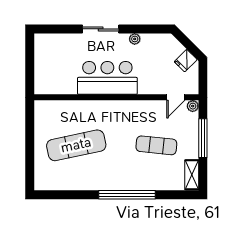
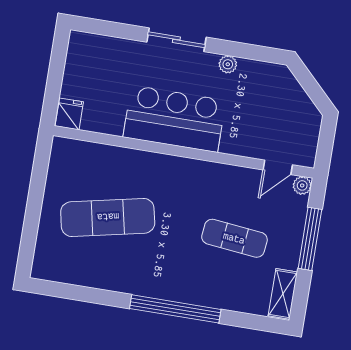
fridge: (186, 61) -> (69, 114), moved, turned 135

